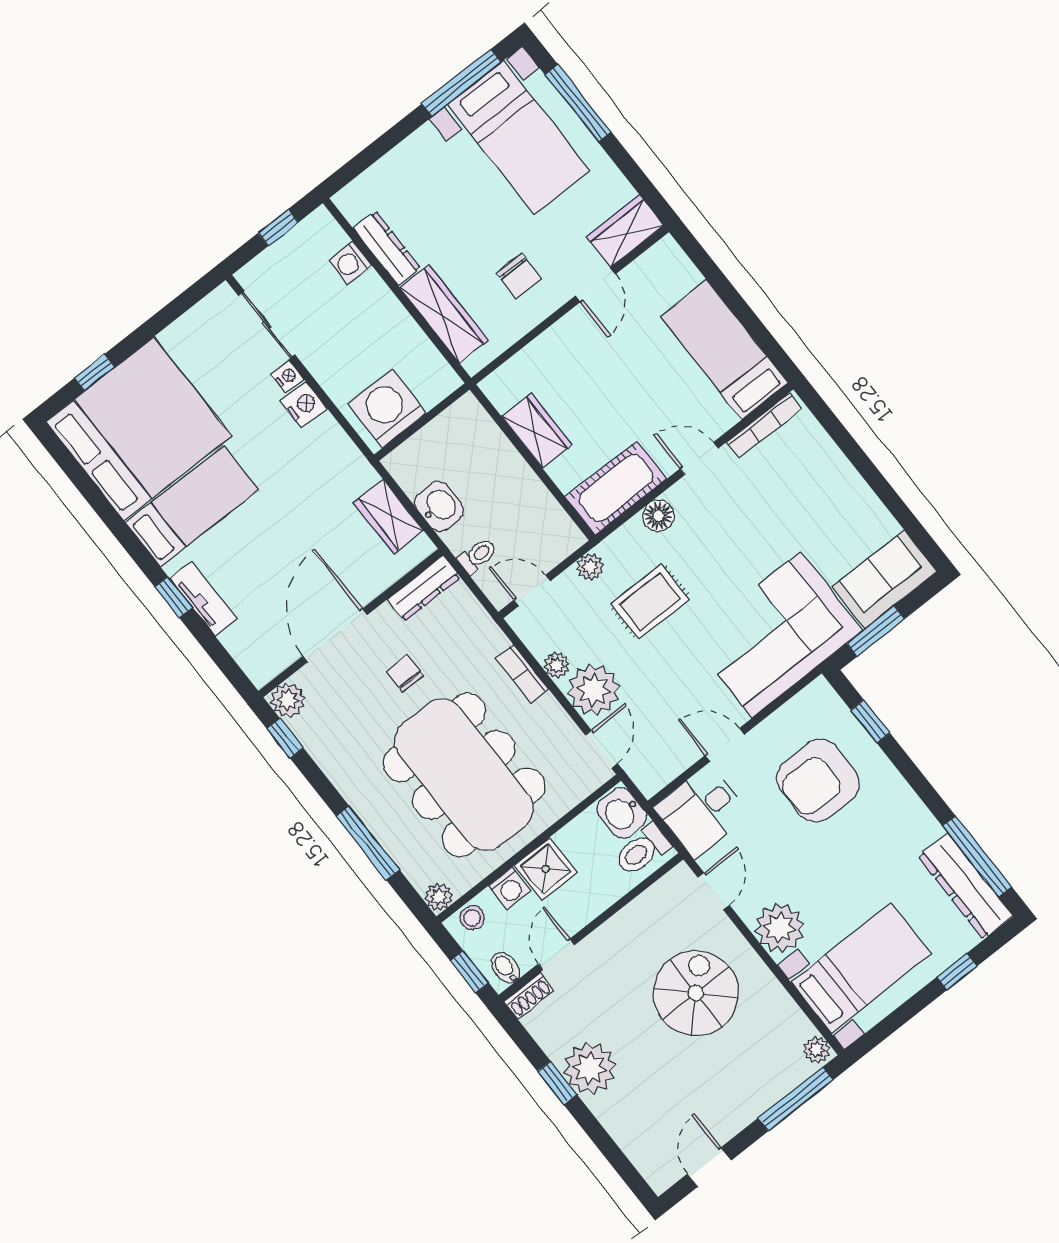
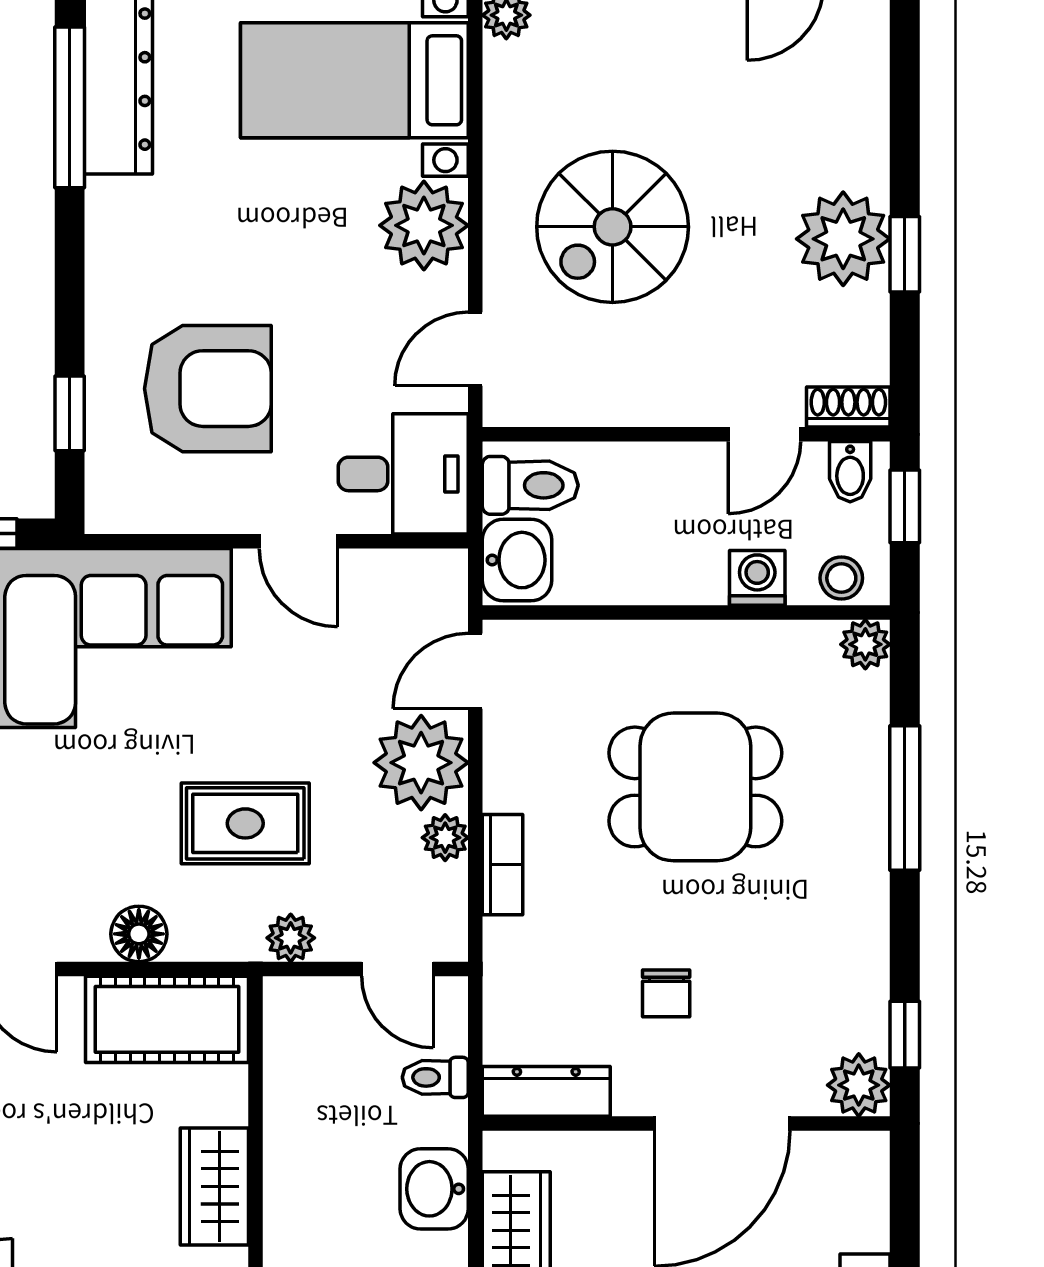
dining table: (464, 775) -> (695, 787), width x0.53, depth x0.80
shower: (546, 869) -> (685, 566), removed

